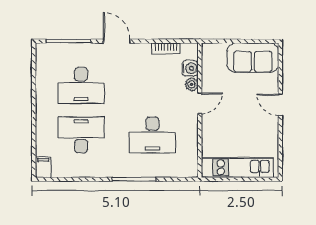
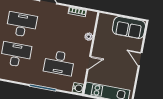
water cooler: (190, 68) -> (78, 88), moved
desk: (81, 85) -> (22, 25), turned 180
door: (200, 103) -> (89, 63), moved

